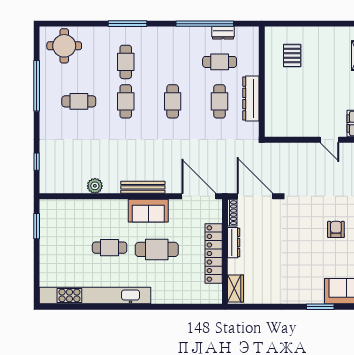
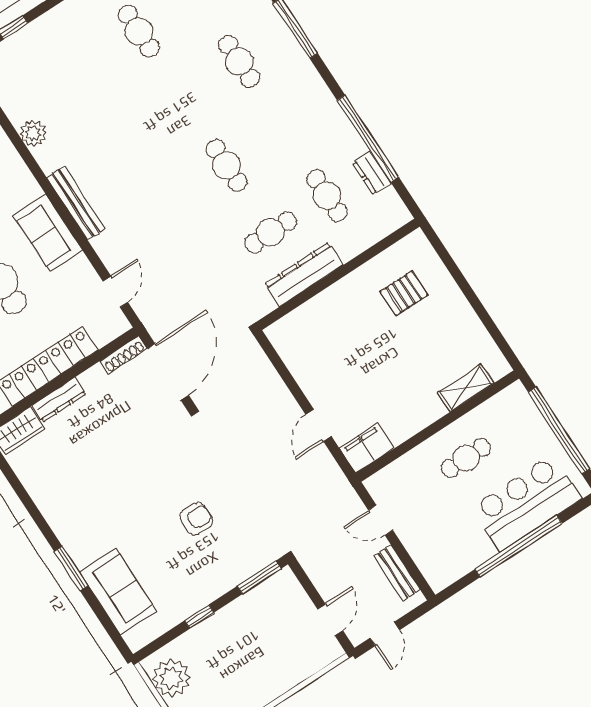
cafe table: (126, 62) -> (239, 61), turned 90
cafe table: (126, 101) -> (183, 98), removed
cafe table: (173, 101) -> (227, 165), turned 90
door: (199, 196) -> (115, 292), width x0.53
dresser: (234, 243) -> (59, 400), moved

